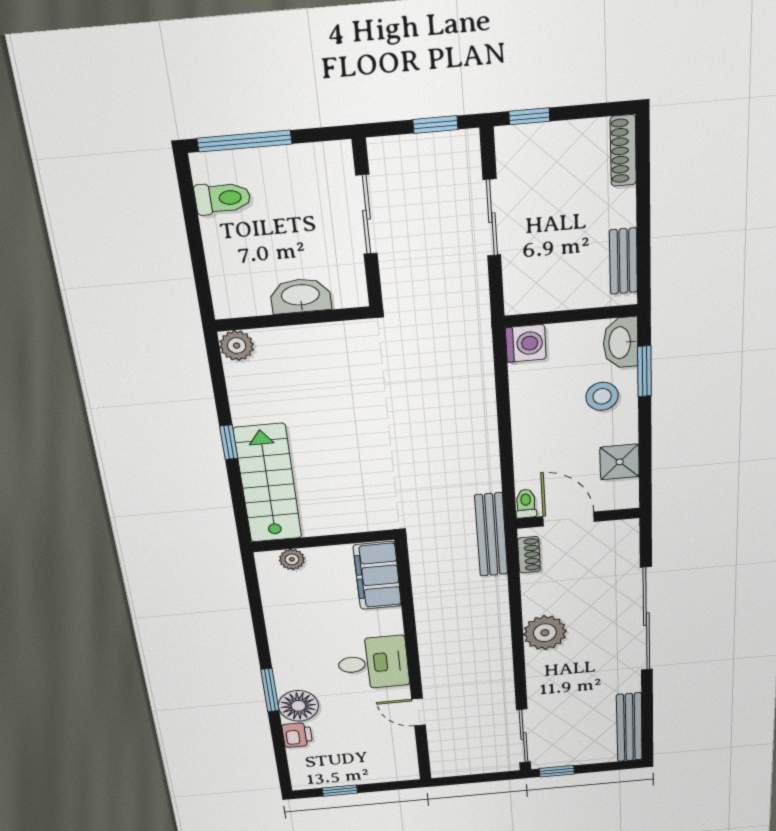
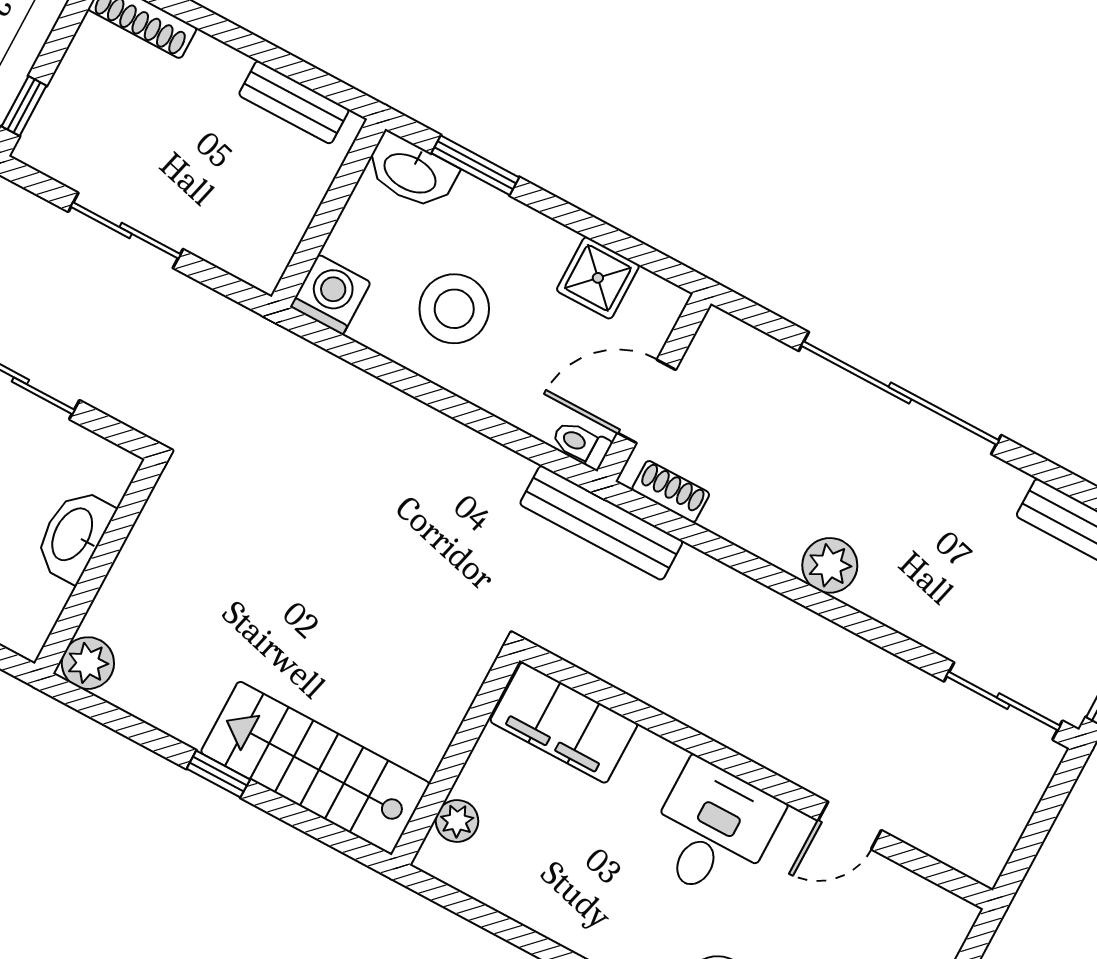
stool: (602, 396) -> (454, 309), moved, width x1.38, depth x1.38
plant: (545, 633) -> (830, 565), width x0.73, depth x0.73

